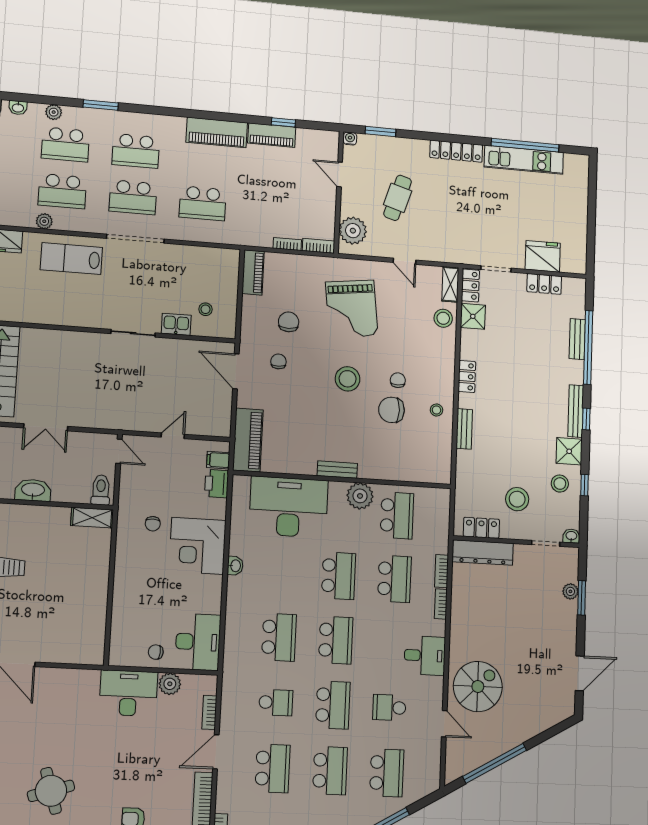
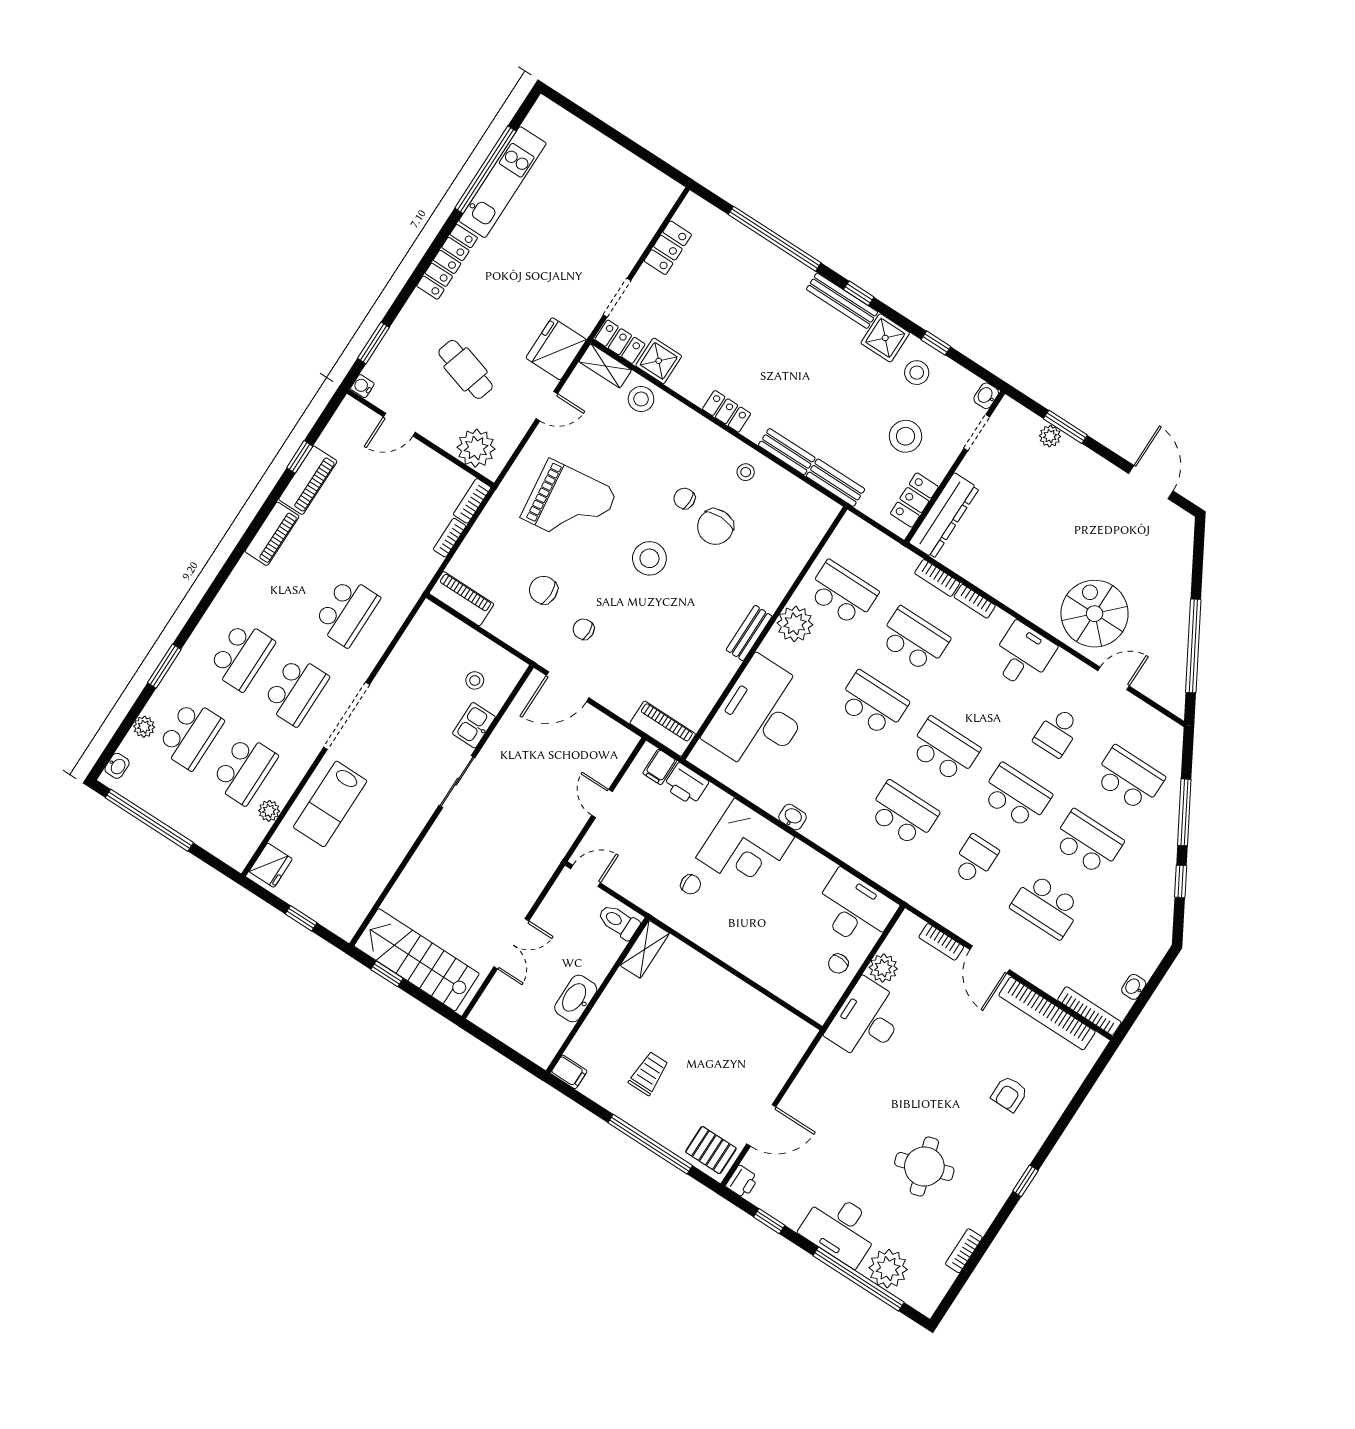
piano: (217, 132) -> (272, 534), width x0.73, depth x0.75
fridge: (543, 256) -> (556, 349), moved
bench: (577, 339) -> (835, 483), moved
piano: (248, 440) -> (663, 729), width x0.73, depth x0.75
school desk: (273, 768) -> (1046, 906), turned 180

